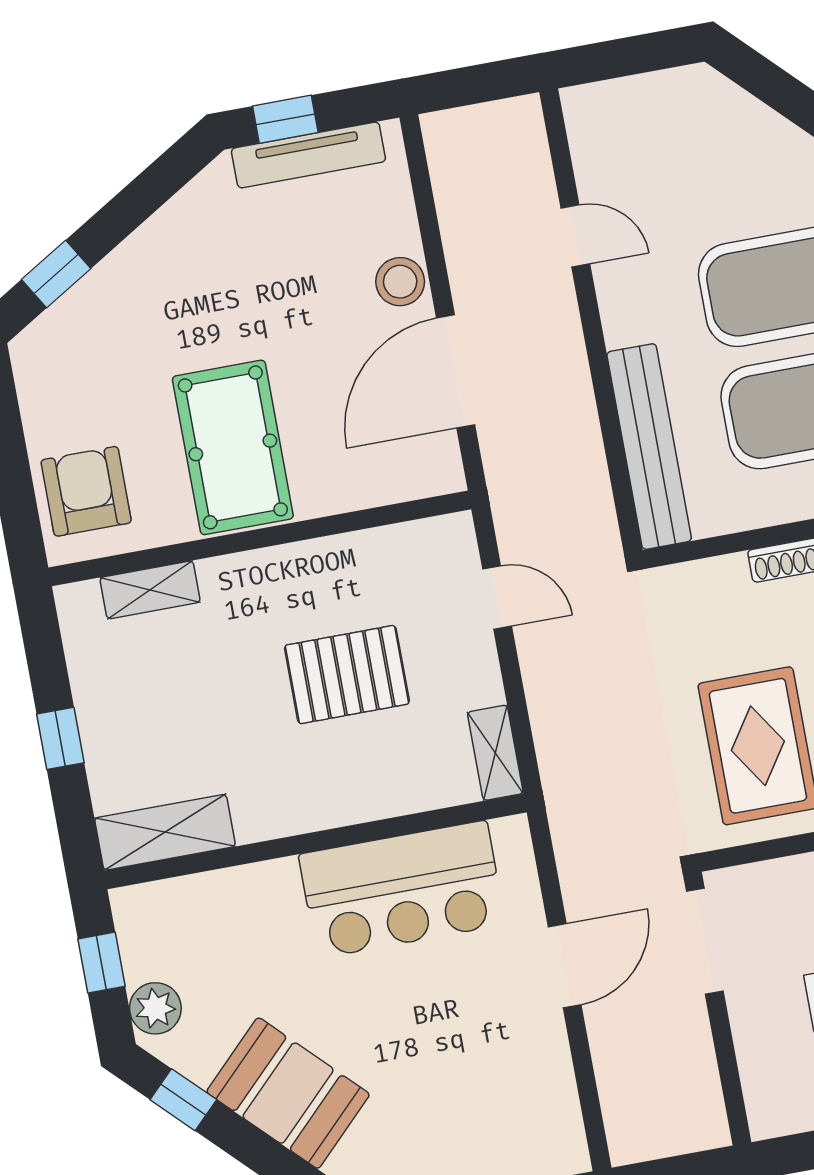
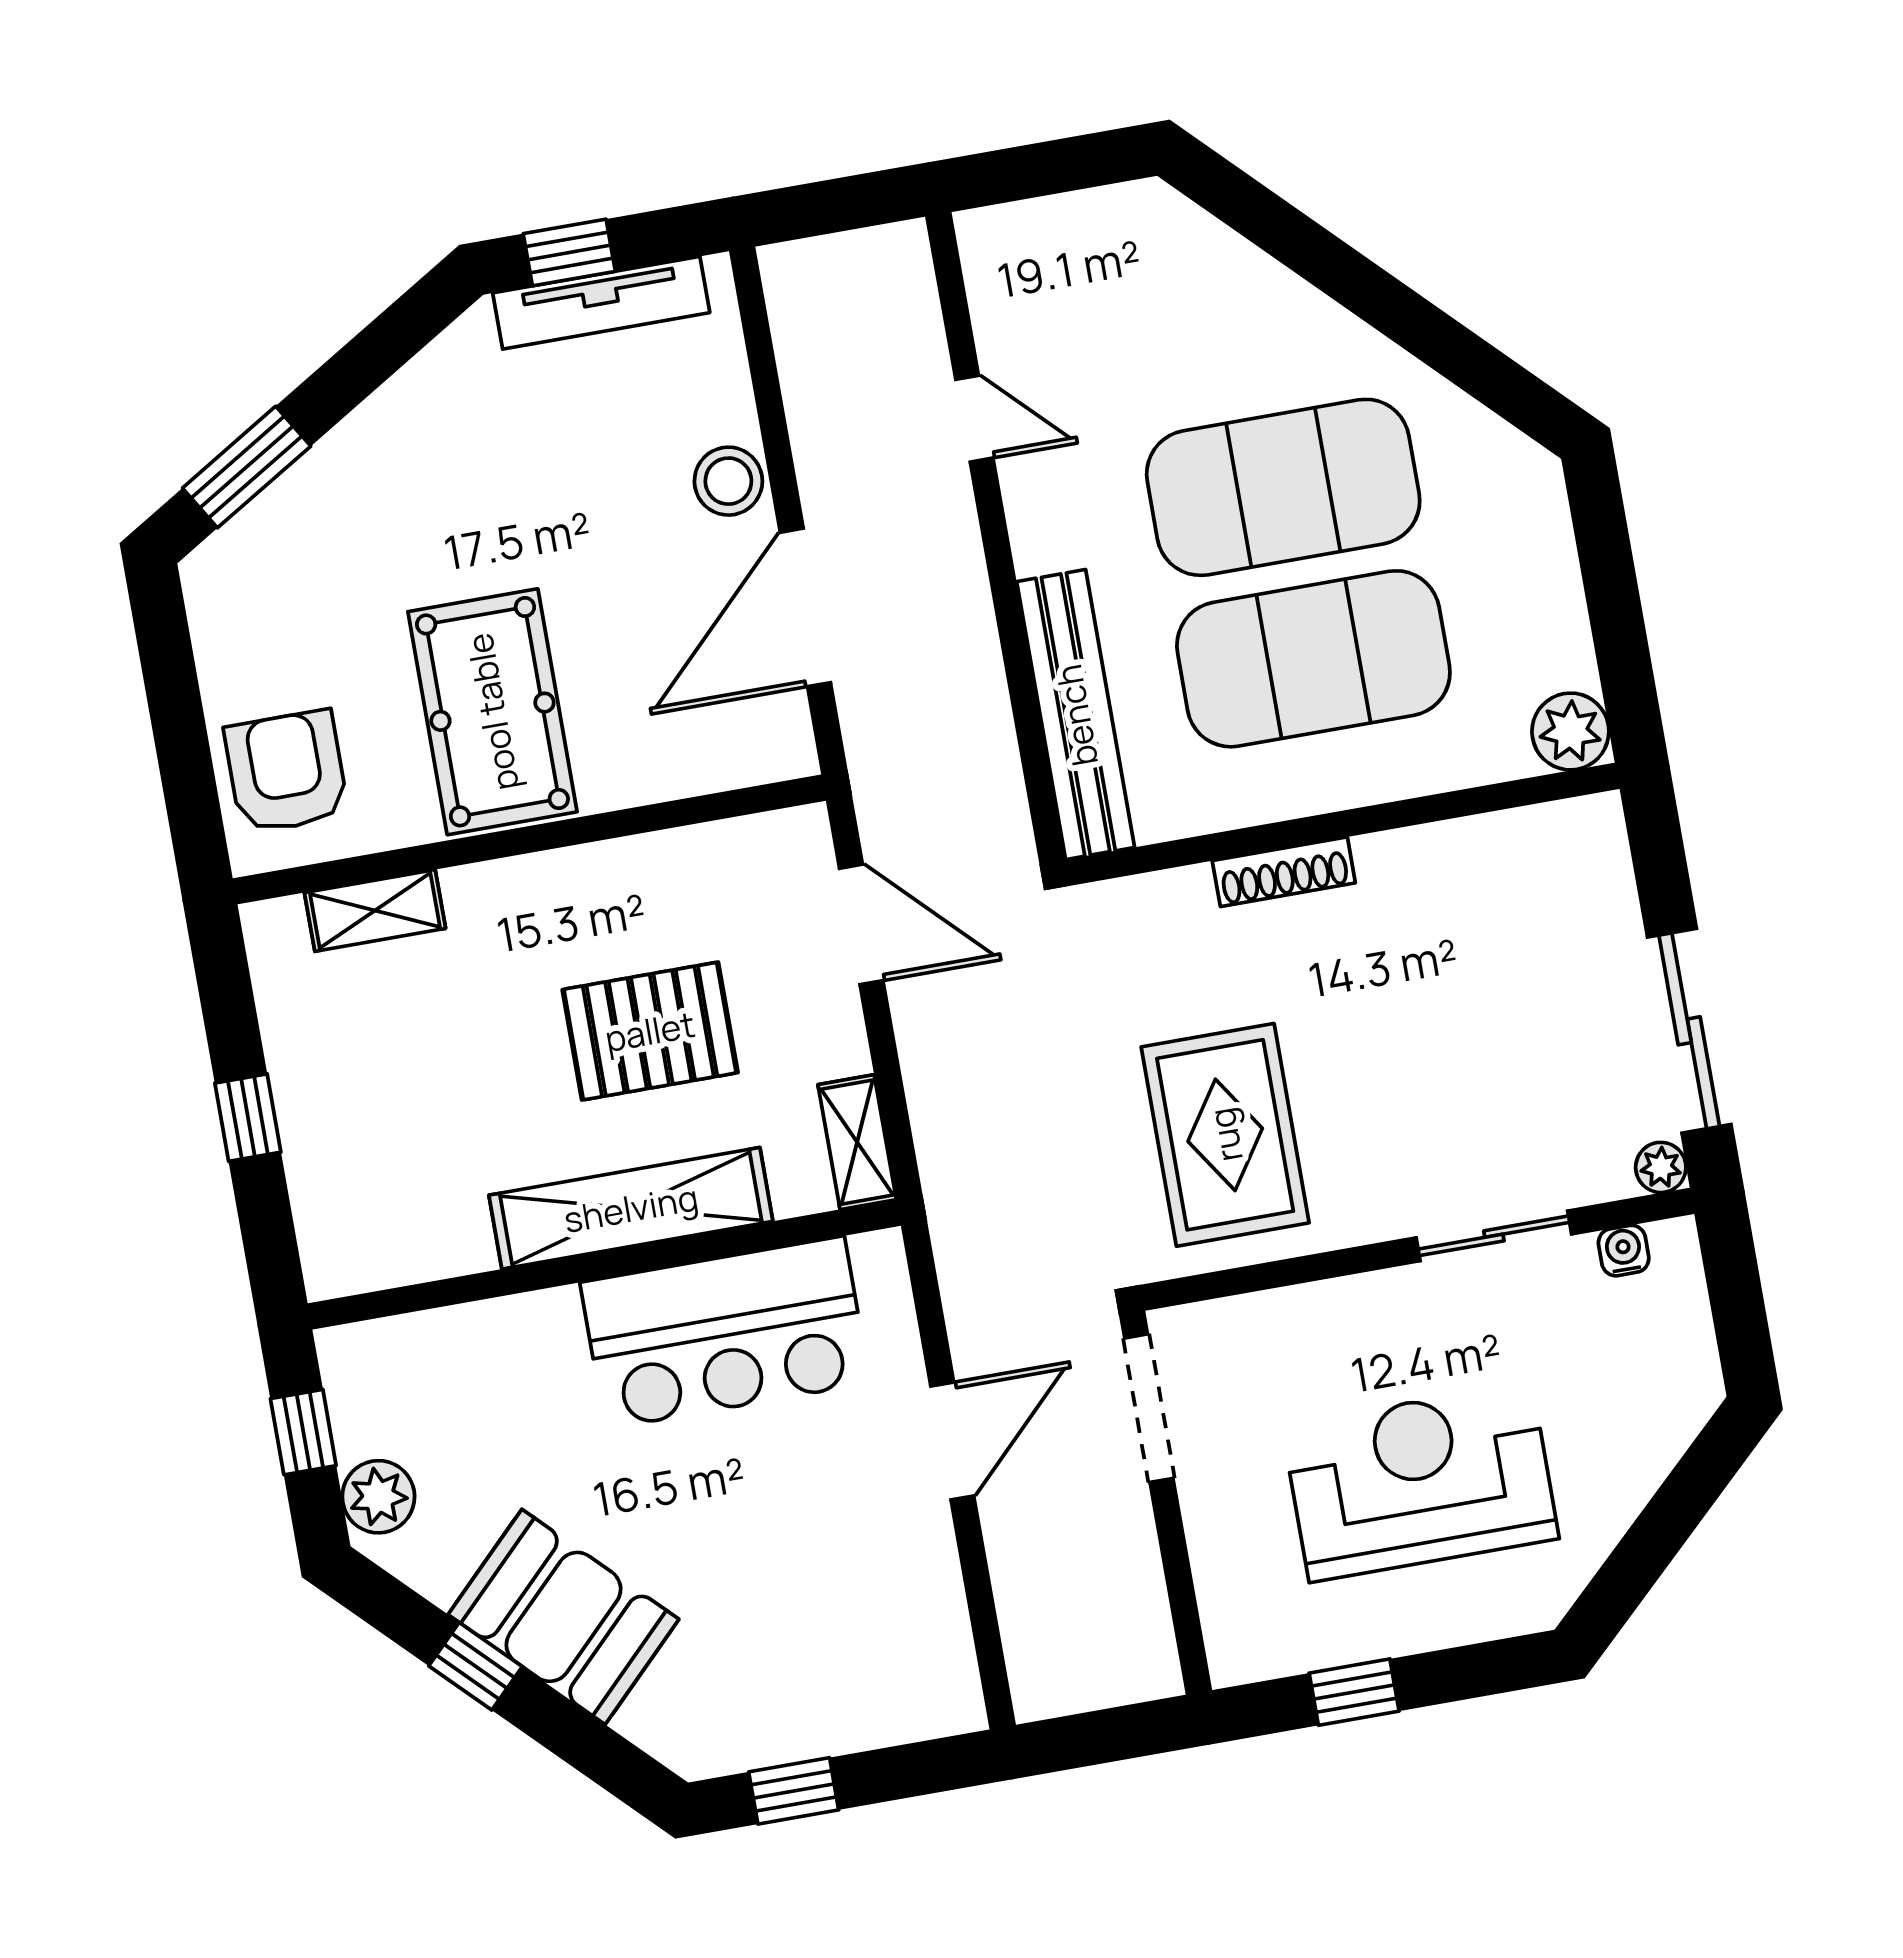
window: (56, 274) -> (247, 467), width x1.50
door: (497, 597) -> (861, 924), width x1.38
shelving: (165, 832) -> (631, 1208), moved, width x1.47
window: (183, 1100) -> (476, 1666), moved

